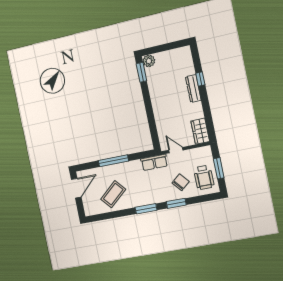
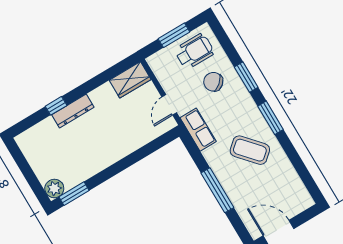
coffee table: (113, 194) -> (250, 150), moved

